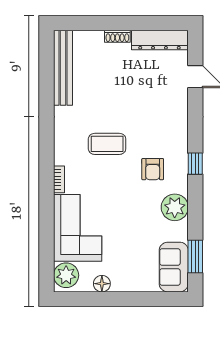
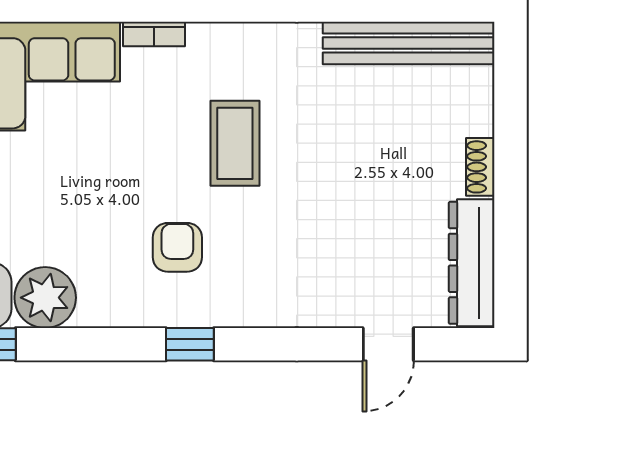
armchair: (153, 169) -> (177, 247), turned 90
plant: (175, 207) -> (45, 298), moved

